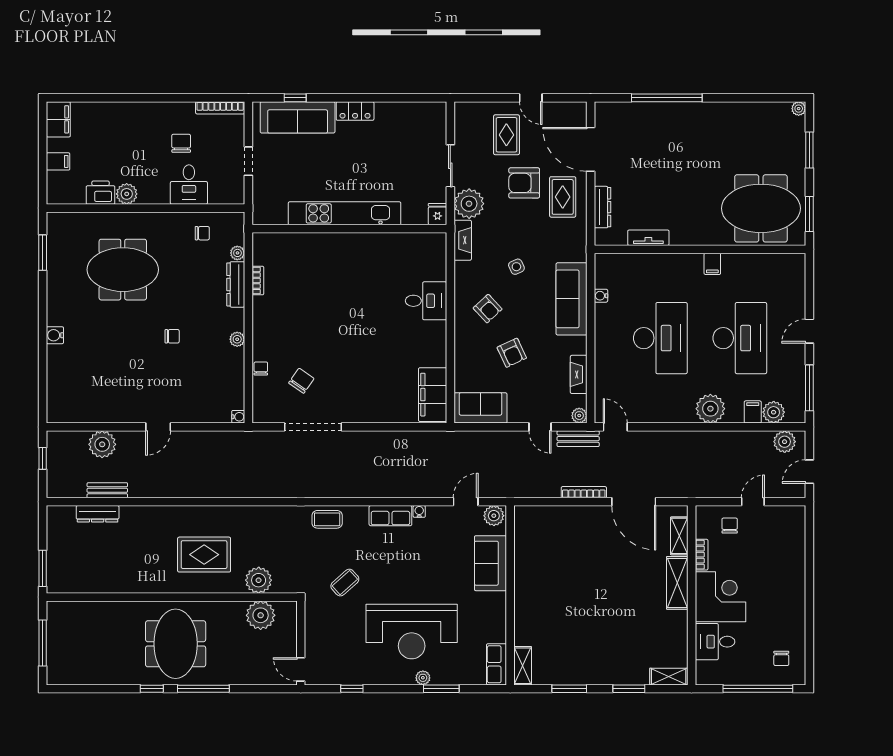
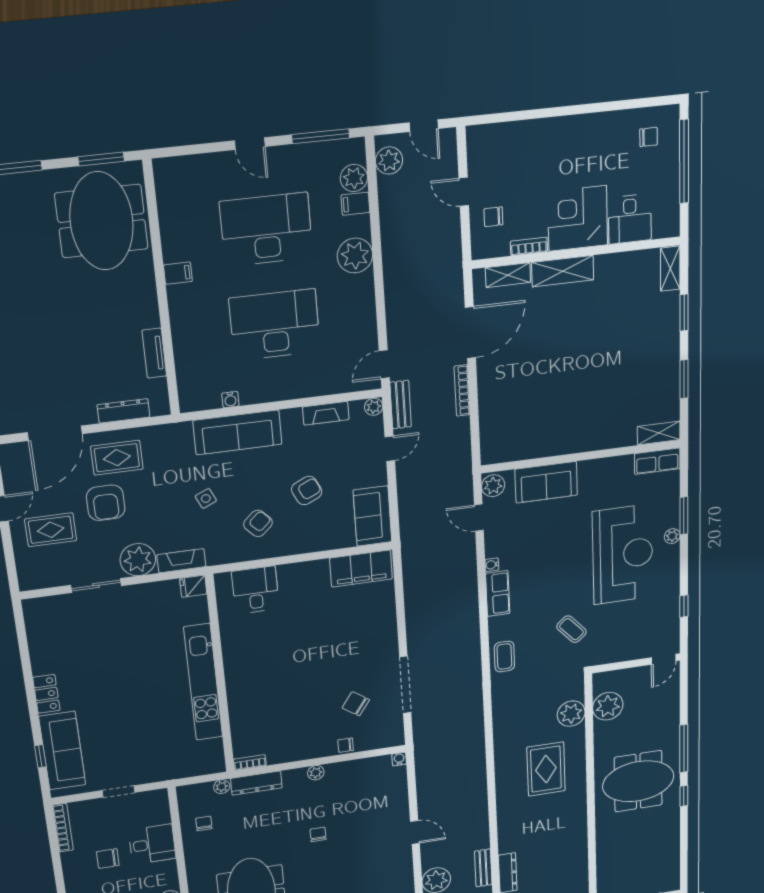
kitchen unit: (345, 213) -> (203, 682), moved
fridge: (438, 214) -> (193, 586), moved
wall: (349, 229) -> (220, 675), moved

